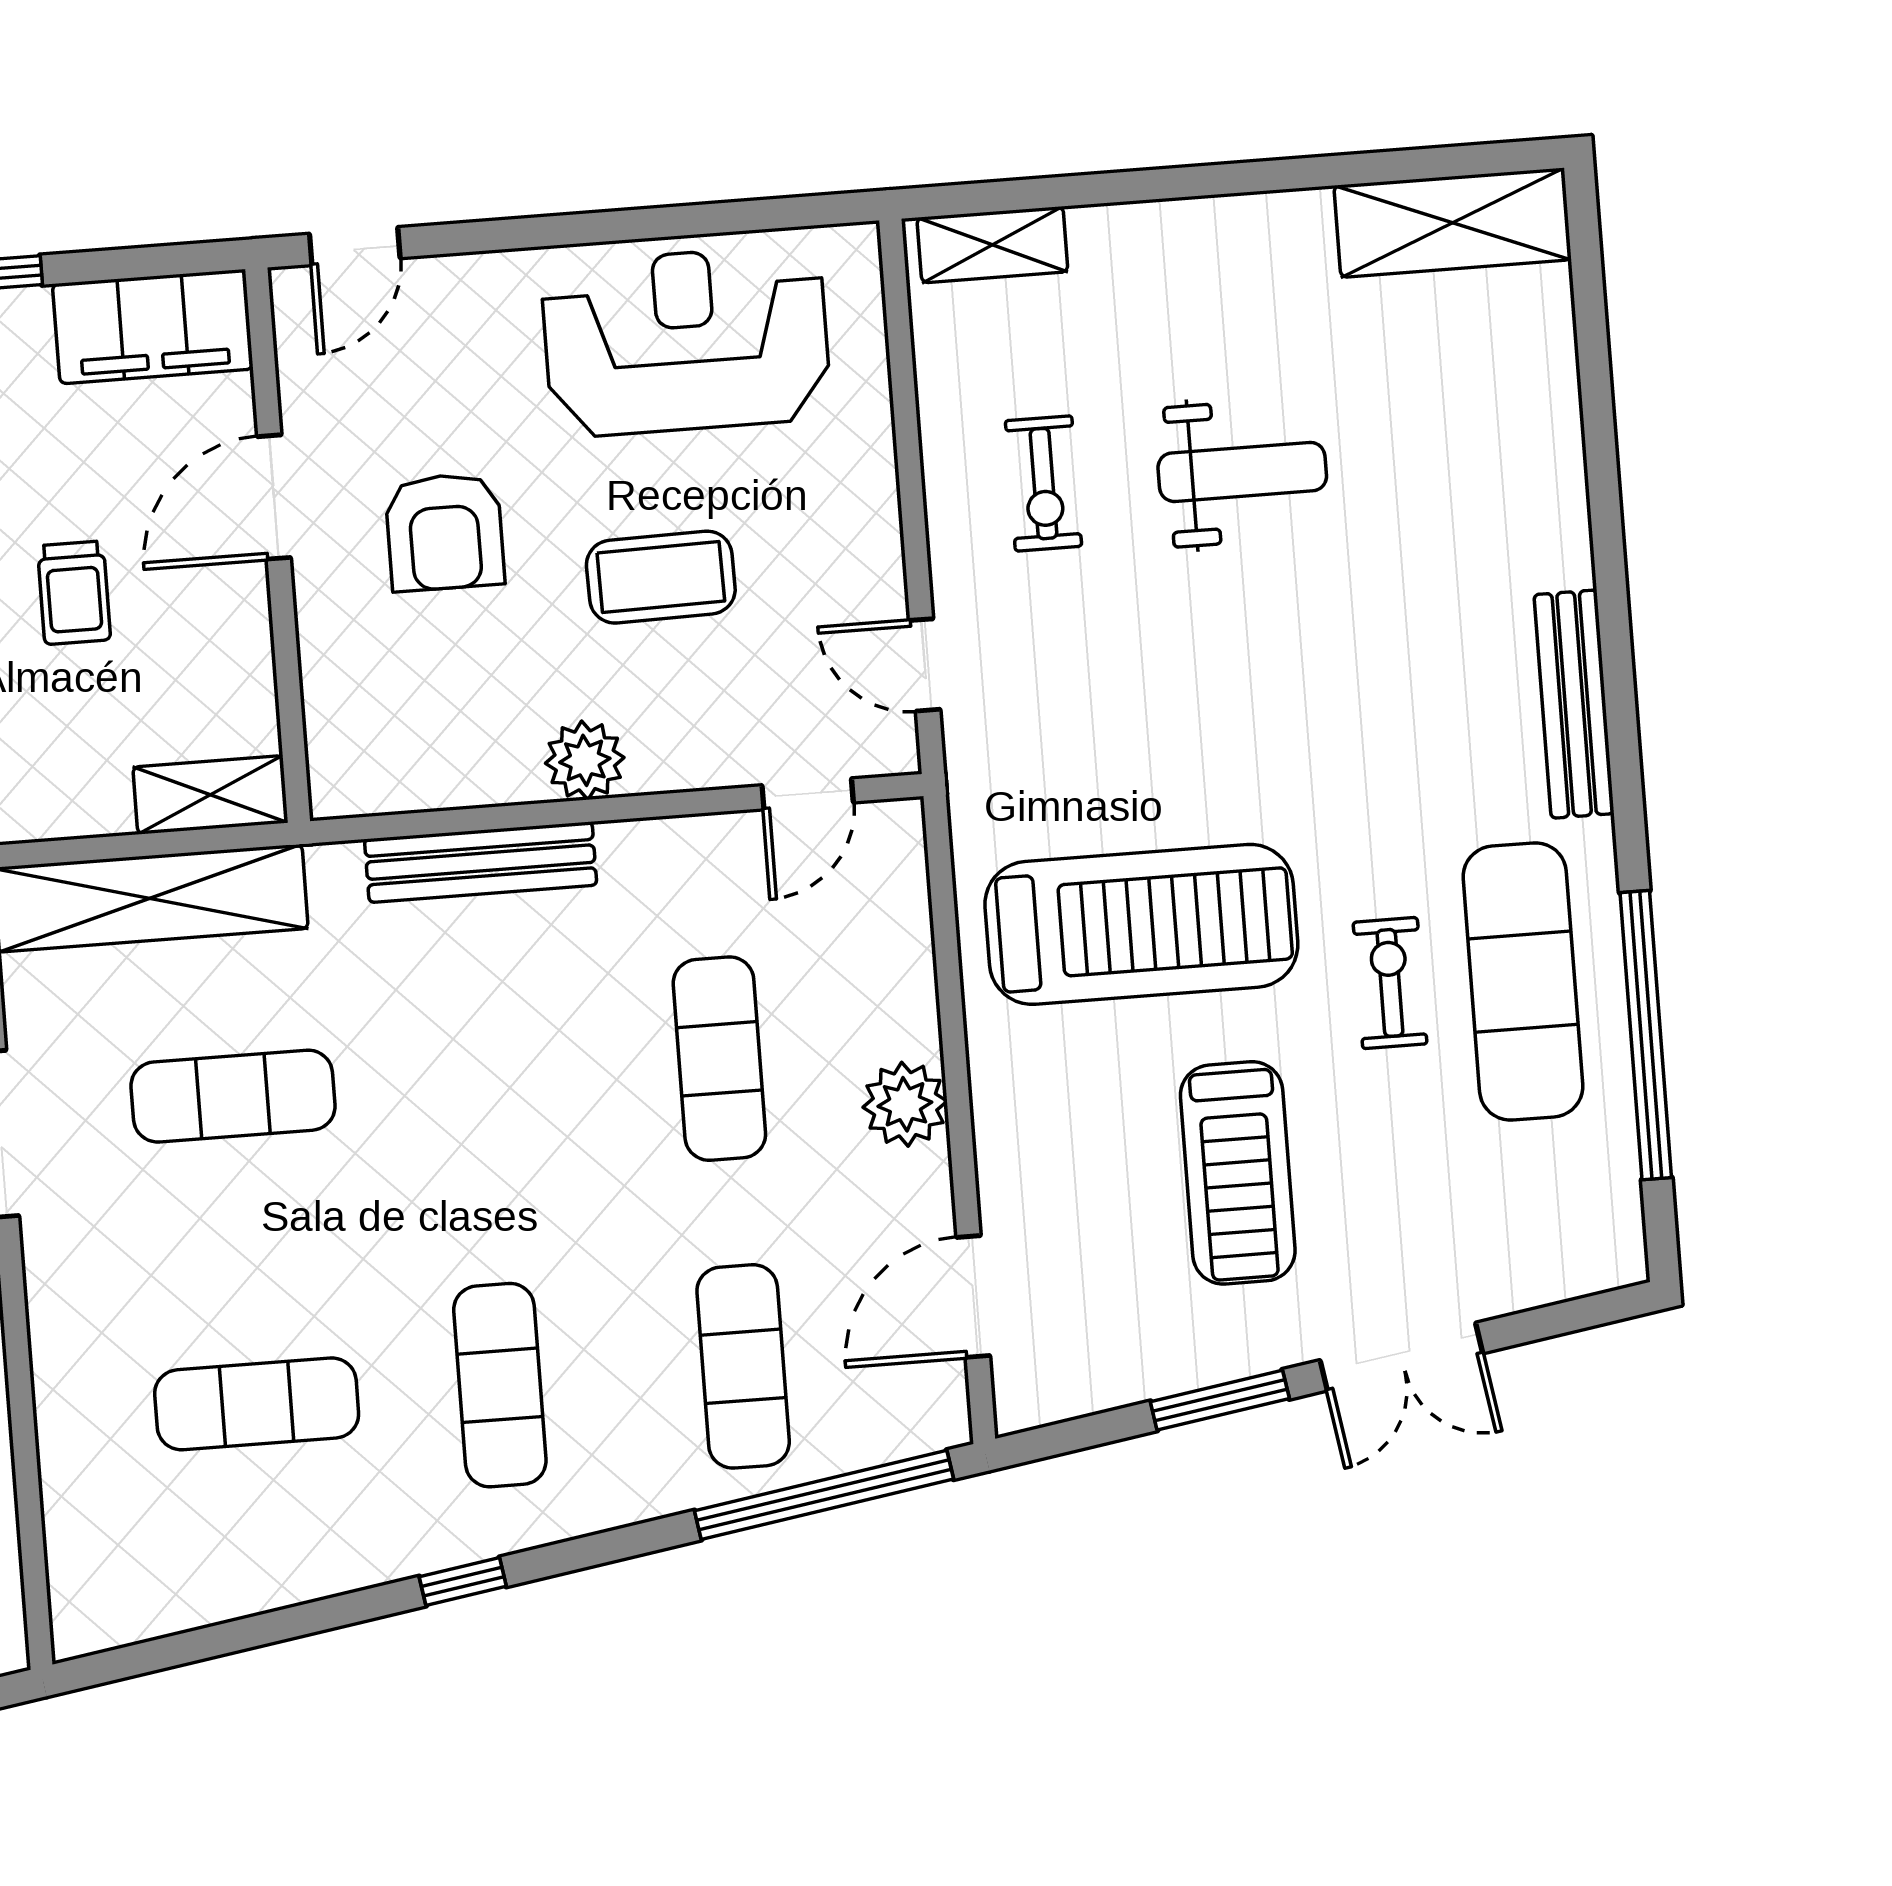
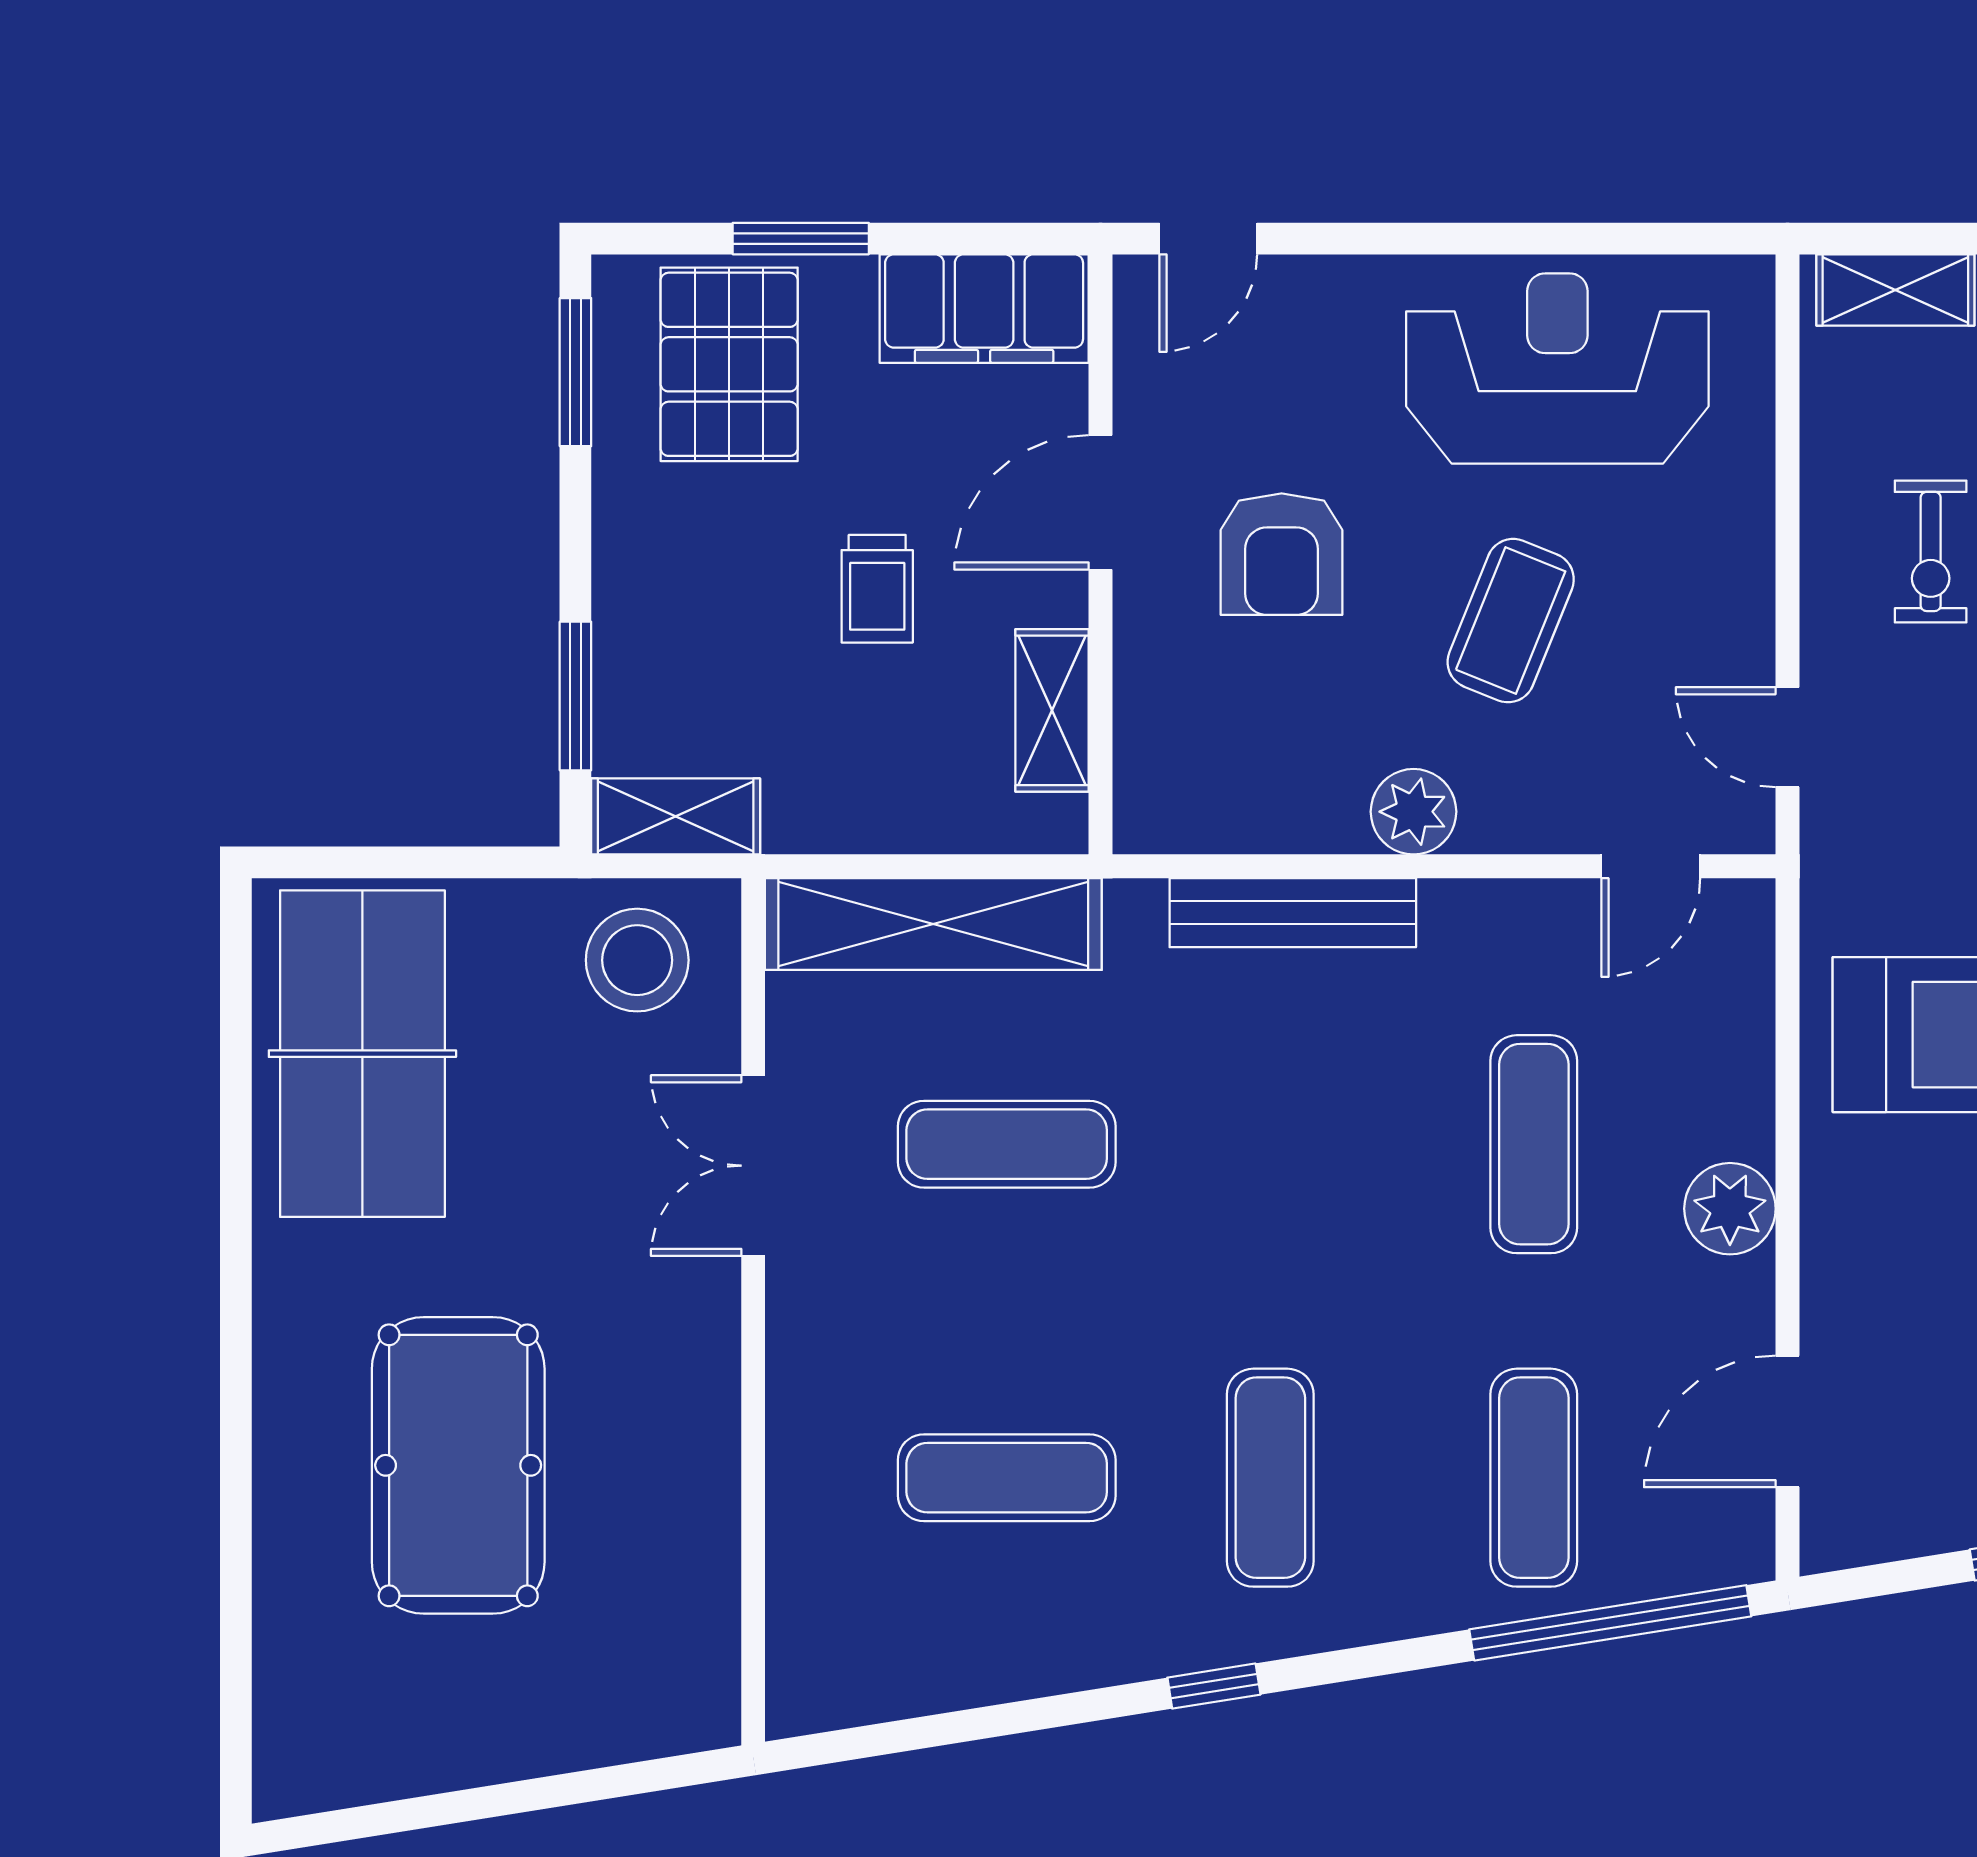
coffee table: (661, 577) -> (1511, 621), turned -67
shelving: (210, 795) -> (1052, 710), moved, turned 90

